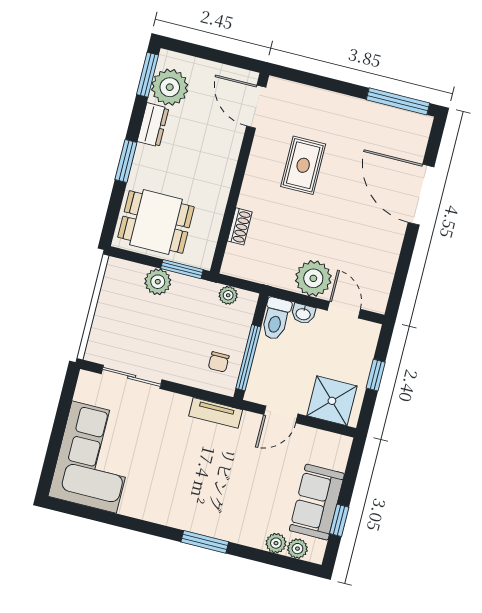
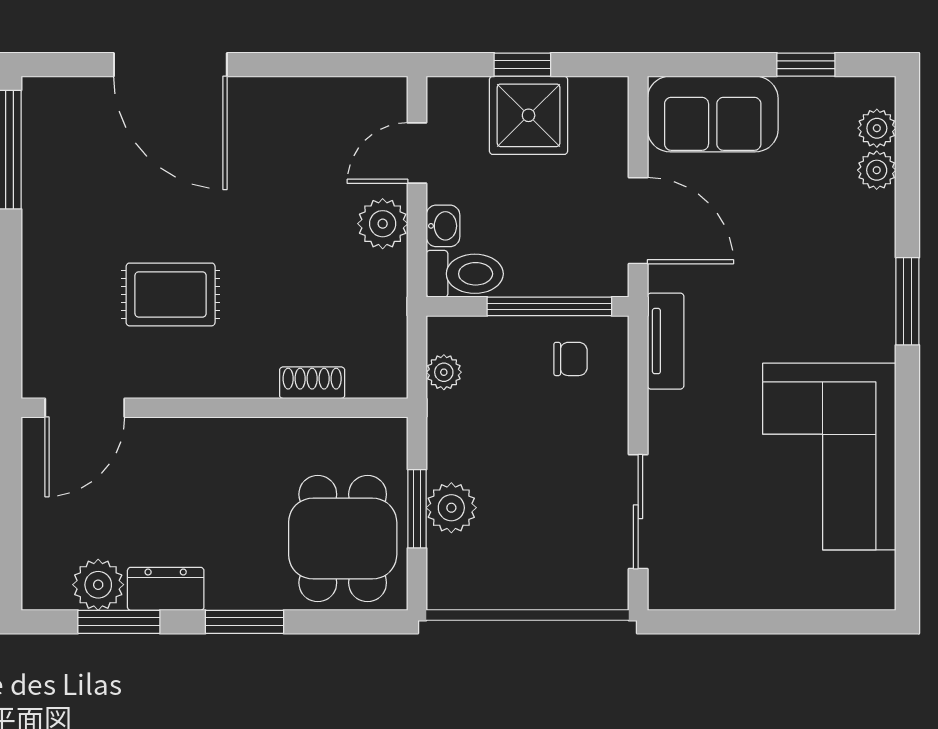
window: (148, 75) -> (119, 622), moved
plant: (170, 87) -> (98, 585), width x0.73, depth x0.73
door: (421, 195) -> (170, 65), hinge flipped
window: (182, 269) -> (417, 509), moved
plant: (313, 278) -> (383, 224), width x0.73, depth x0.73
shower: (332, 401) -> (529, 115), moved
door: (281, 414) -> (638, 221), width x1.38
corner sofa: (94, 457) -> (829, 457), moved, turned -90
sofa: (317, 502) -> (713, 114), moved

